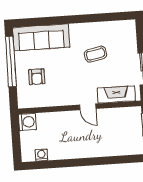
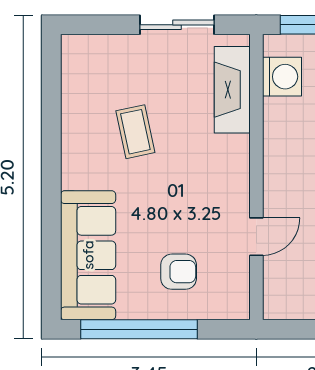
door: (88, 107) -> (256, 237), moved
washing machine: (27, 122) -> (282, 77), moved, turned 90

